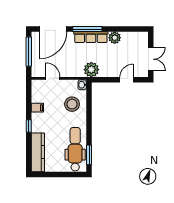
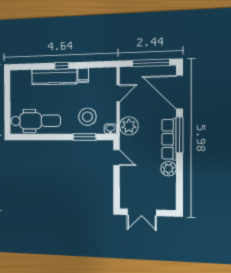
plant: (91, 70) -> (129, 126), moved
door: (126, 80) -> (117, 158), moved
kitchen counter: (38, 152) -> (54, 77), moved
window: (89, 155) -> (85, 137), moved

